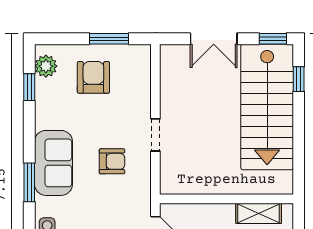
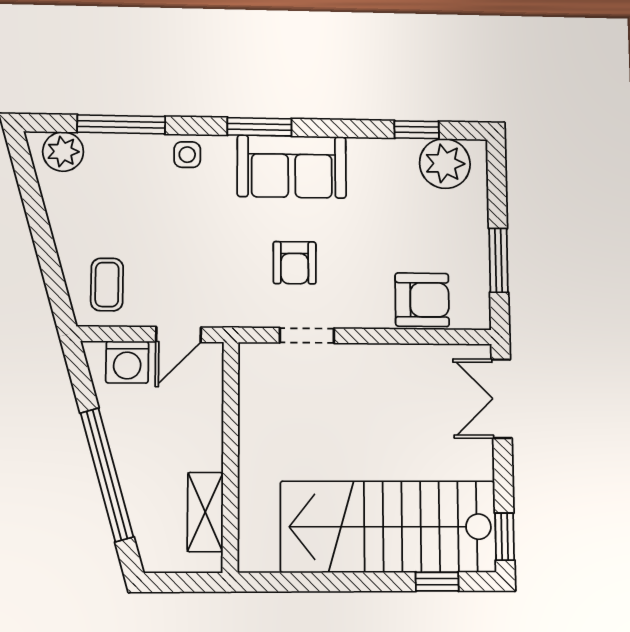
double door: (214, 39) -> (502, 399), moved
plant: (46, 66) -> (445, 163), width x1.36, depth x1.36
armchair: (93, 77) -> (422, 300), moved
doorway: (155, 135) -> (307, 336), moved

